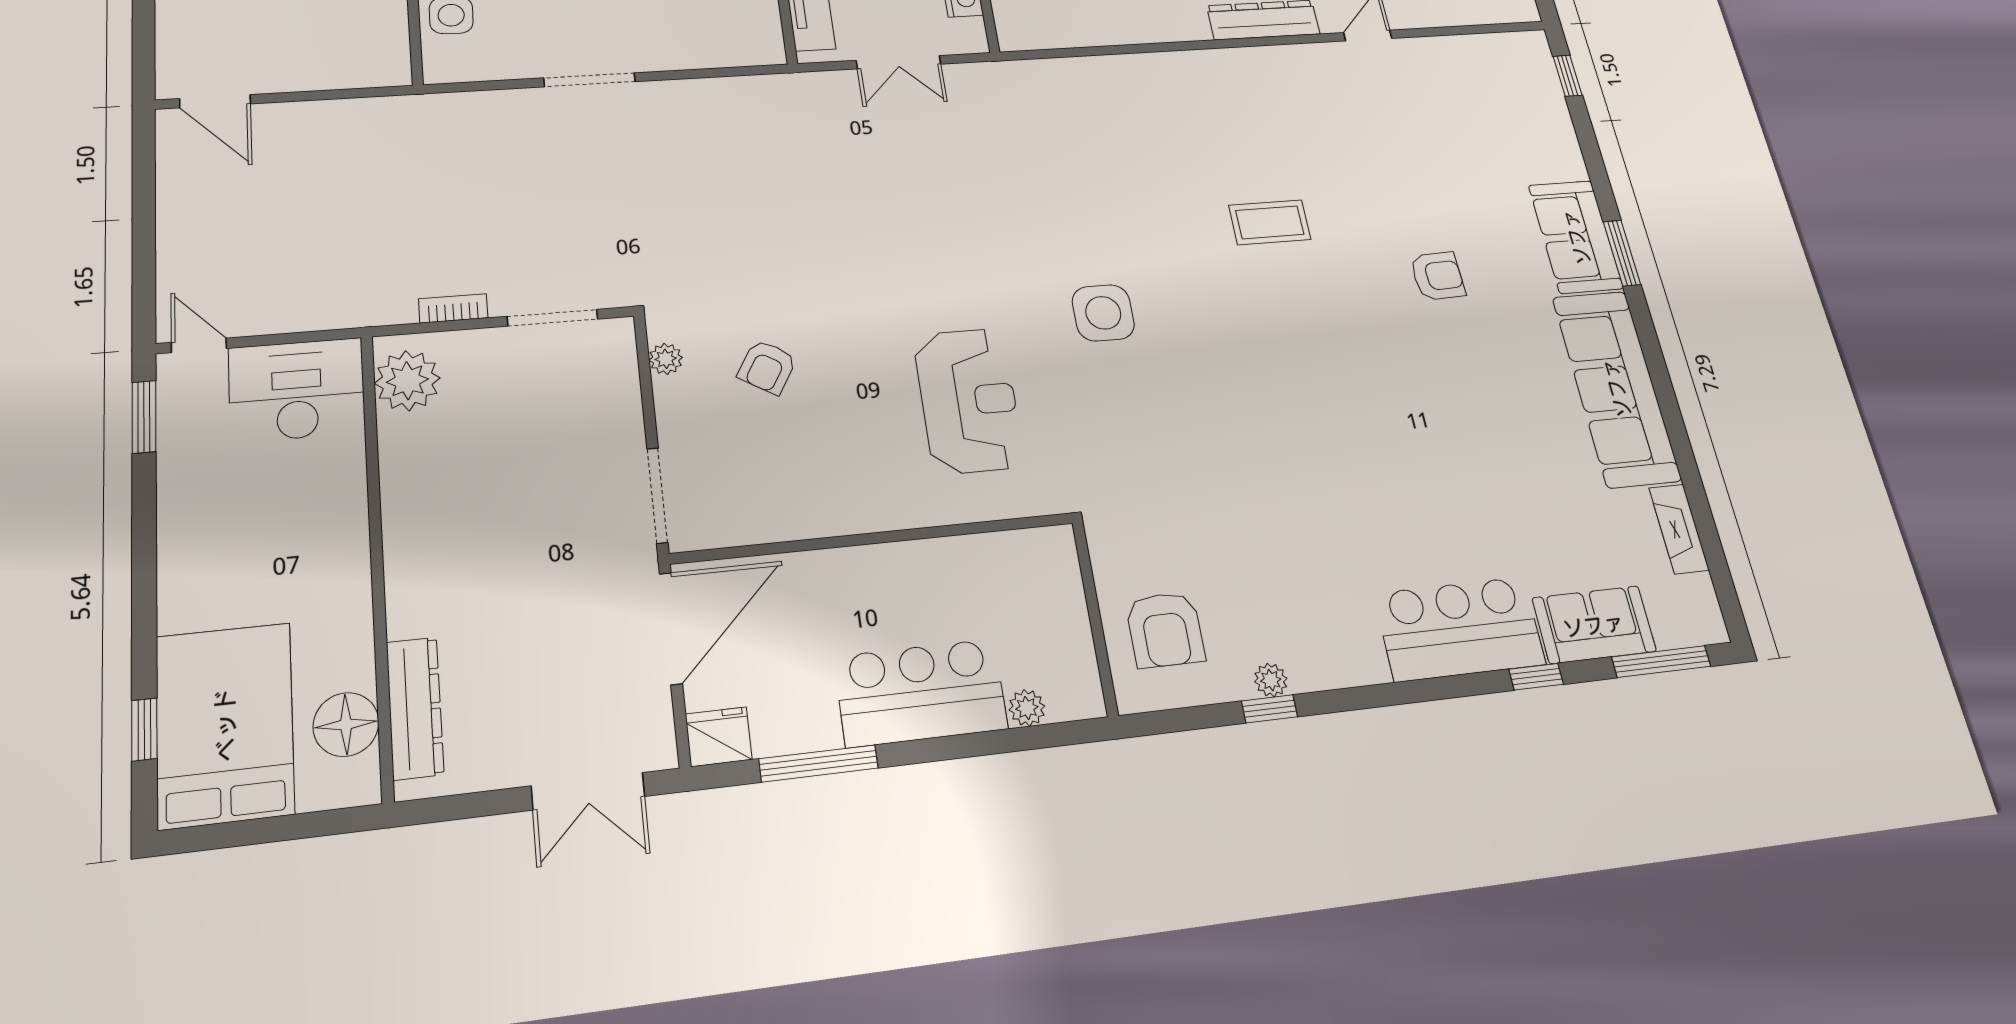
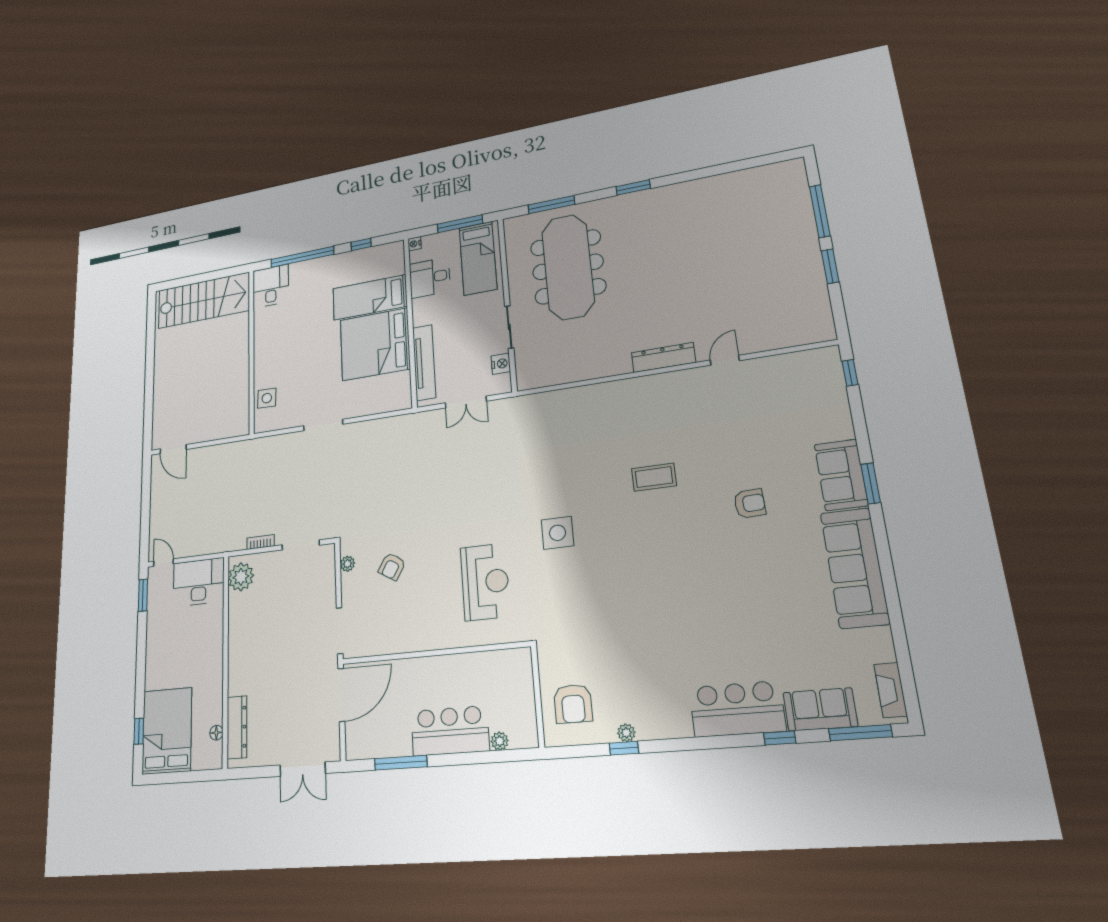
fireplace: (1679, 529) -> (891, 690), moved
floor lamp: (346, 724) -> (216, 733), width x0.53, depth x0.53
fridge: (719, 737) -> (358, 747), removed

